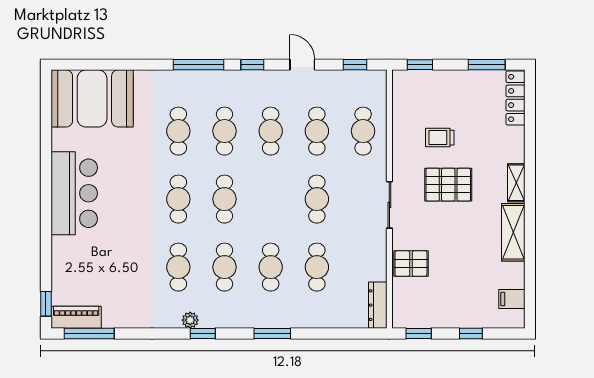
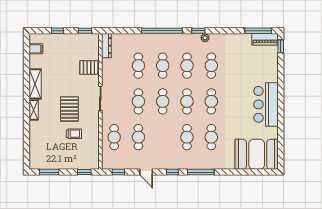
locker: (515, 98) -> (34, 154), removed
cafe table: (271, 131) -> (163, 101), moved
pallet: (448, 185) -> (69, 109), turned 90
window: (272, 334) -> (162, 31), width x2.11

